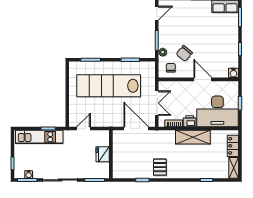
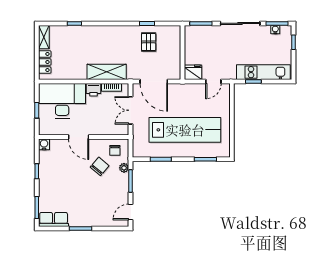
shelving: (193, 137) -> (107, 72), moved
fridge: (103, 154) -> (193, 72), moved, turned -90
pallet: (160, 167) -> (149, 42), moved

